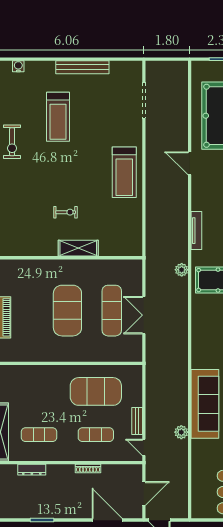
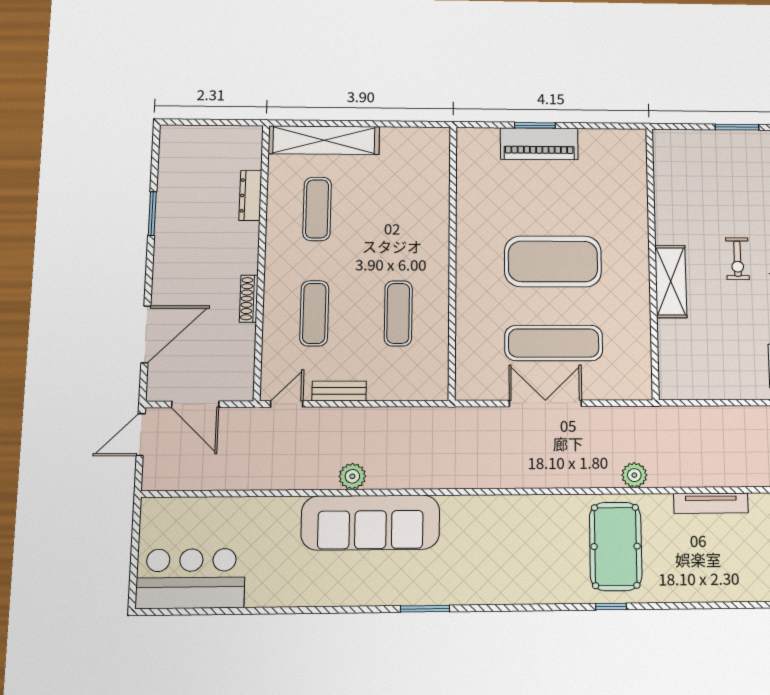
exercise mat: (96, 391) -> (398, 313), width x0.50, depth x0.69
plant: (181, 432) -> (352, 476), moved

